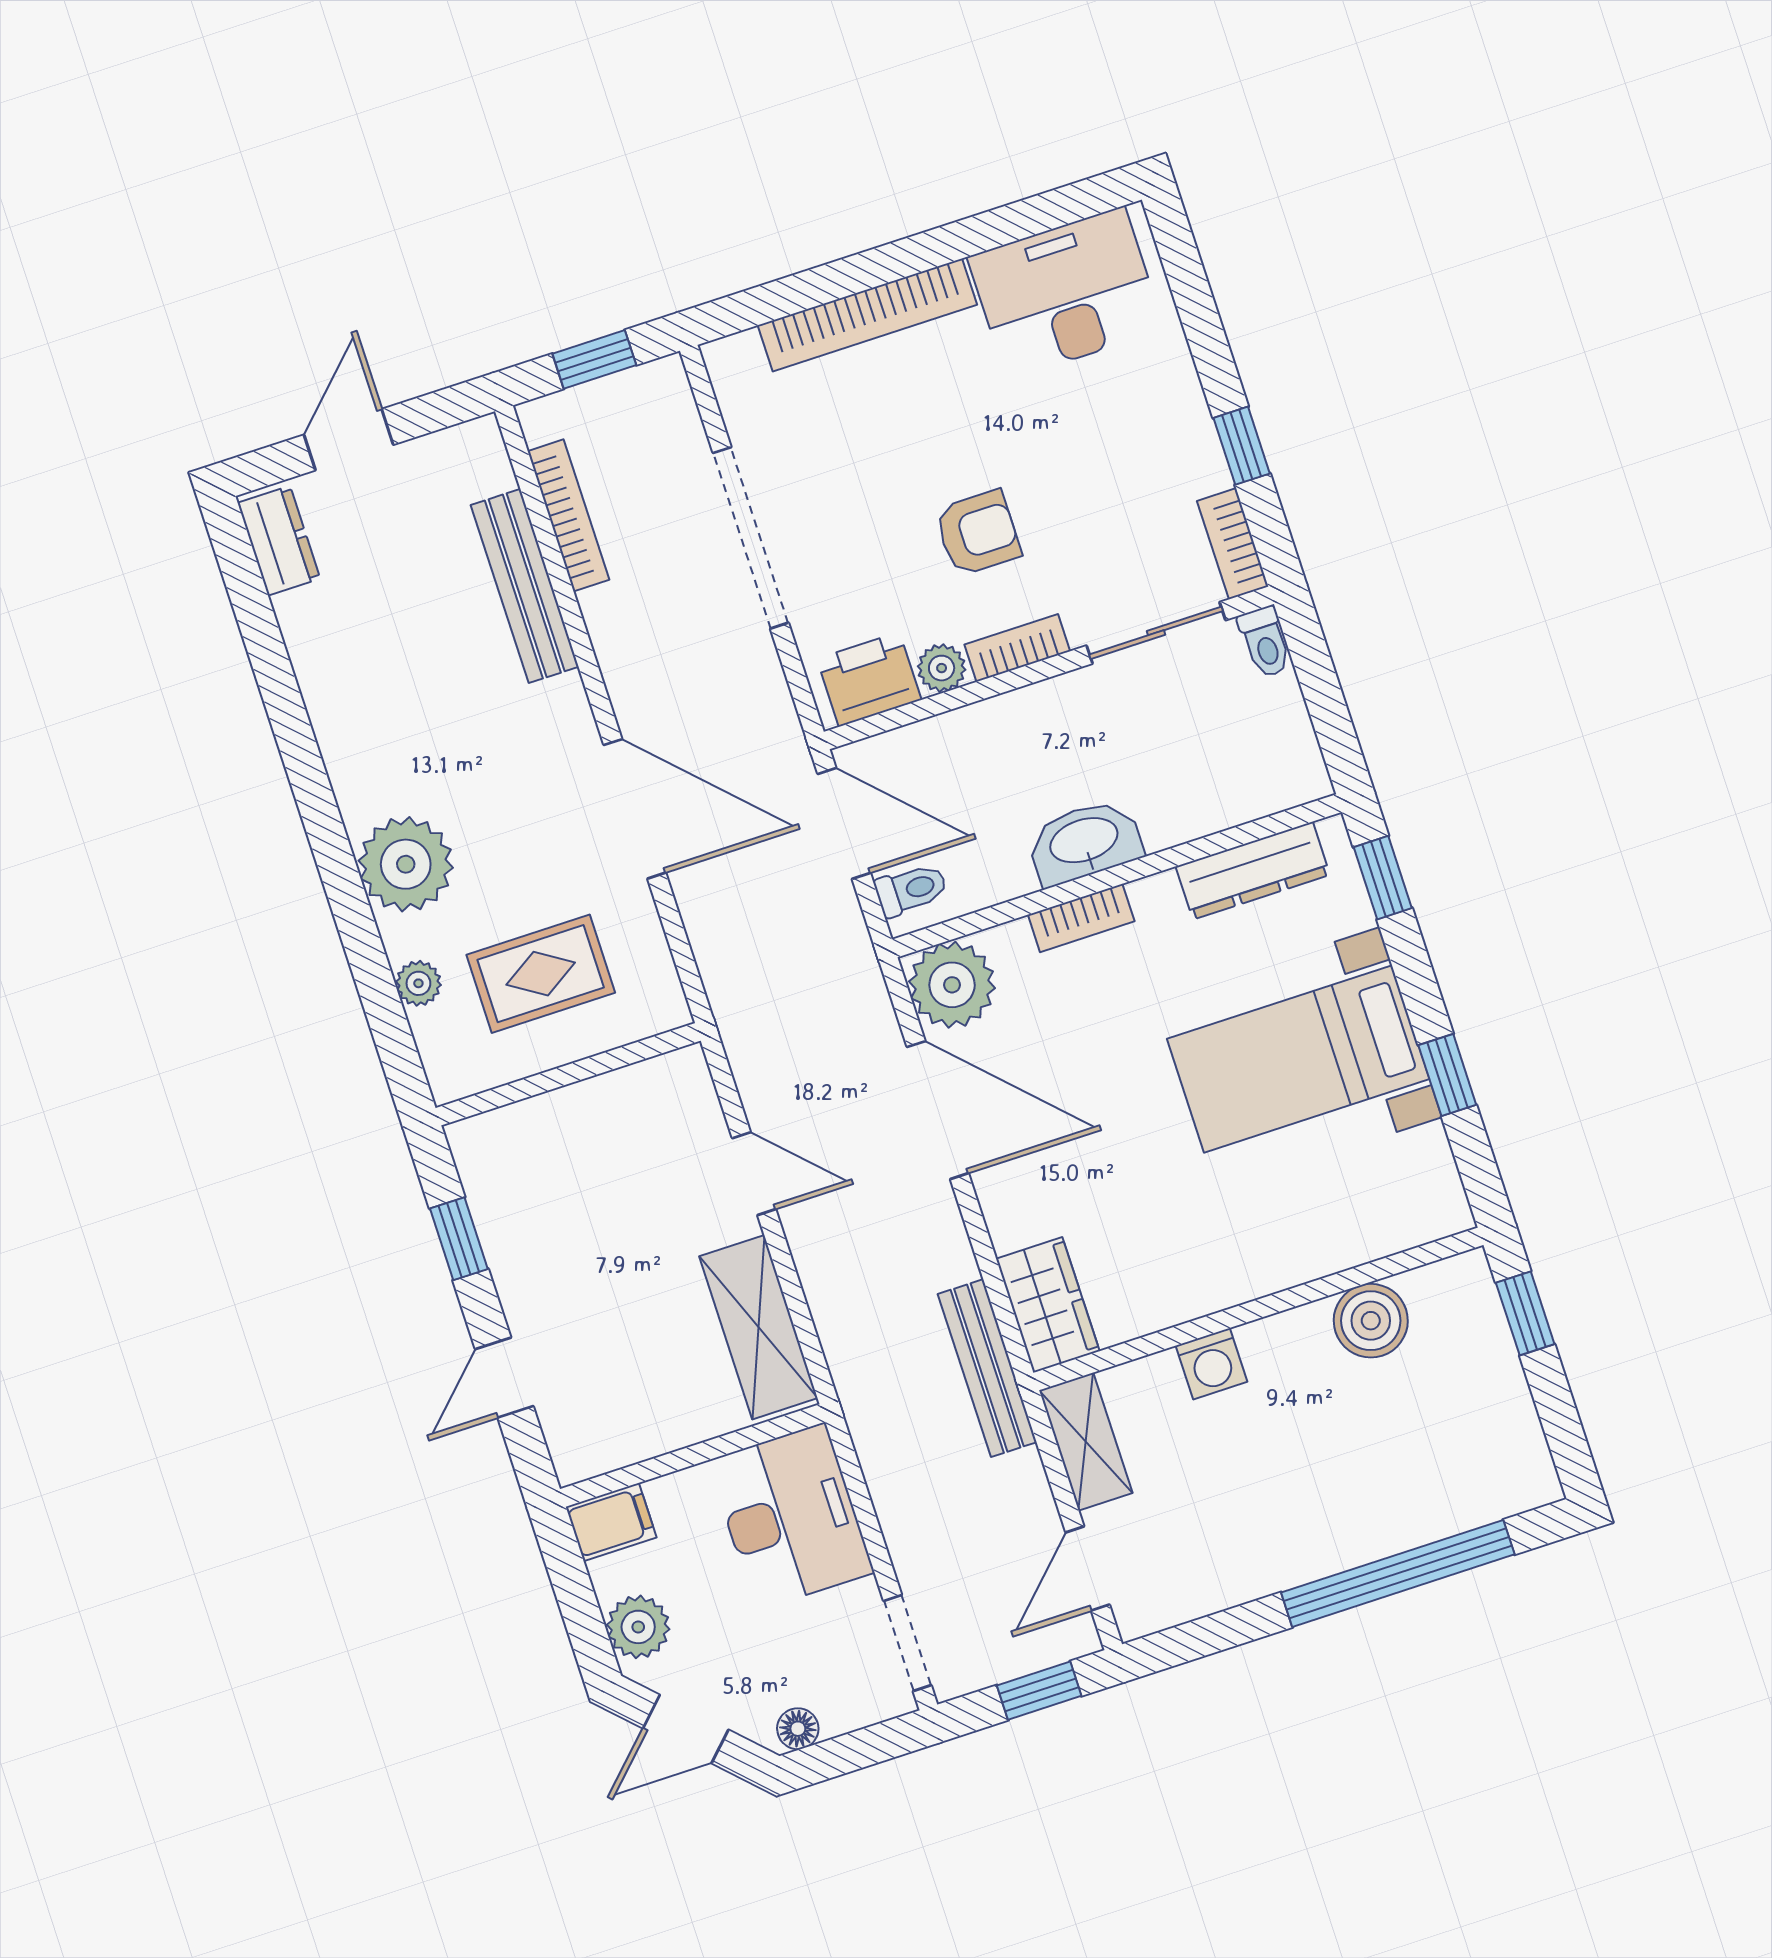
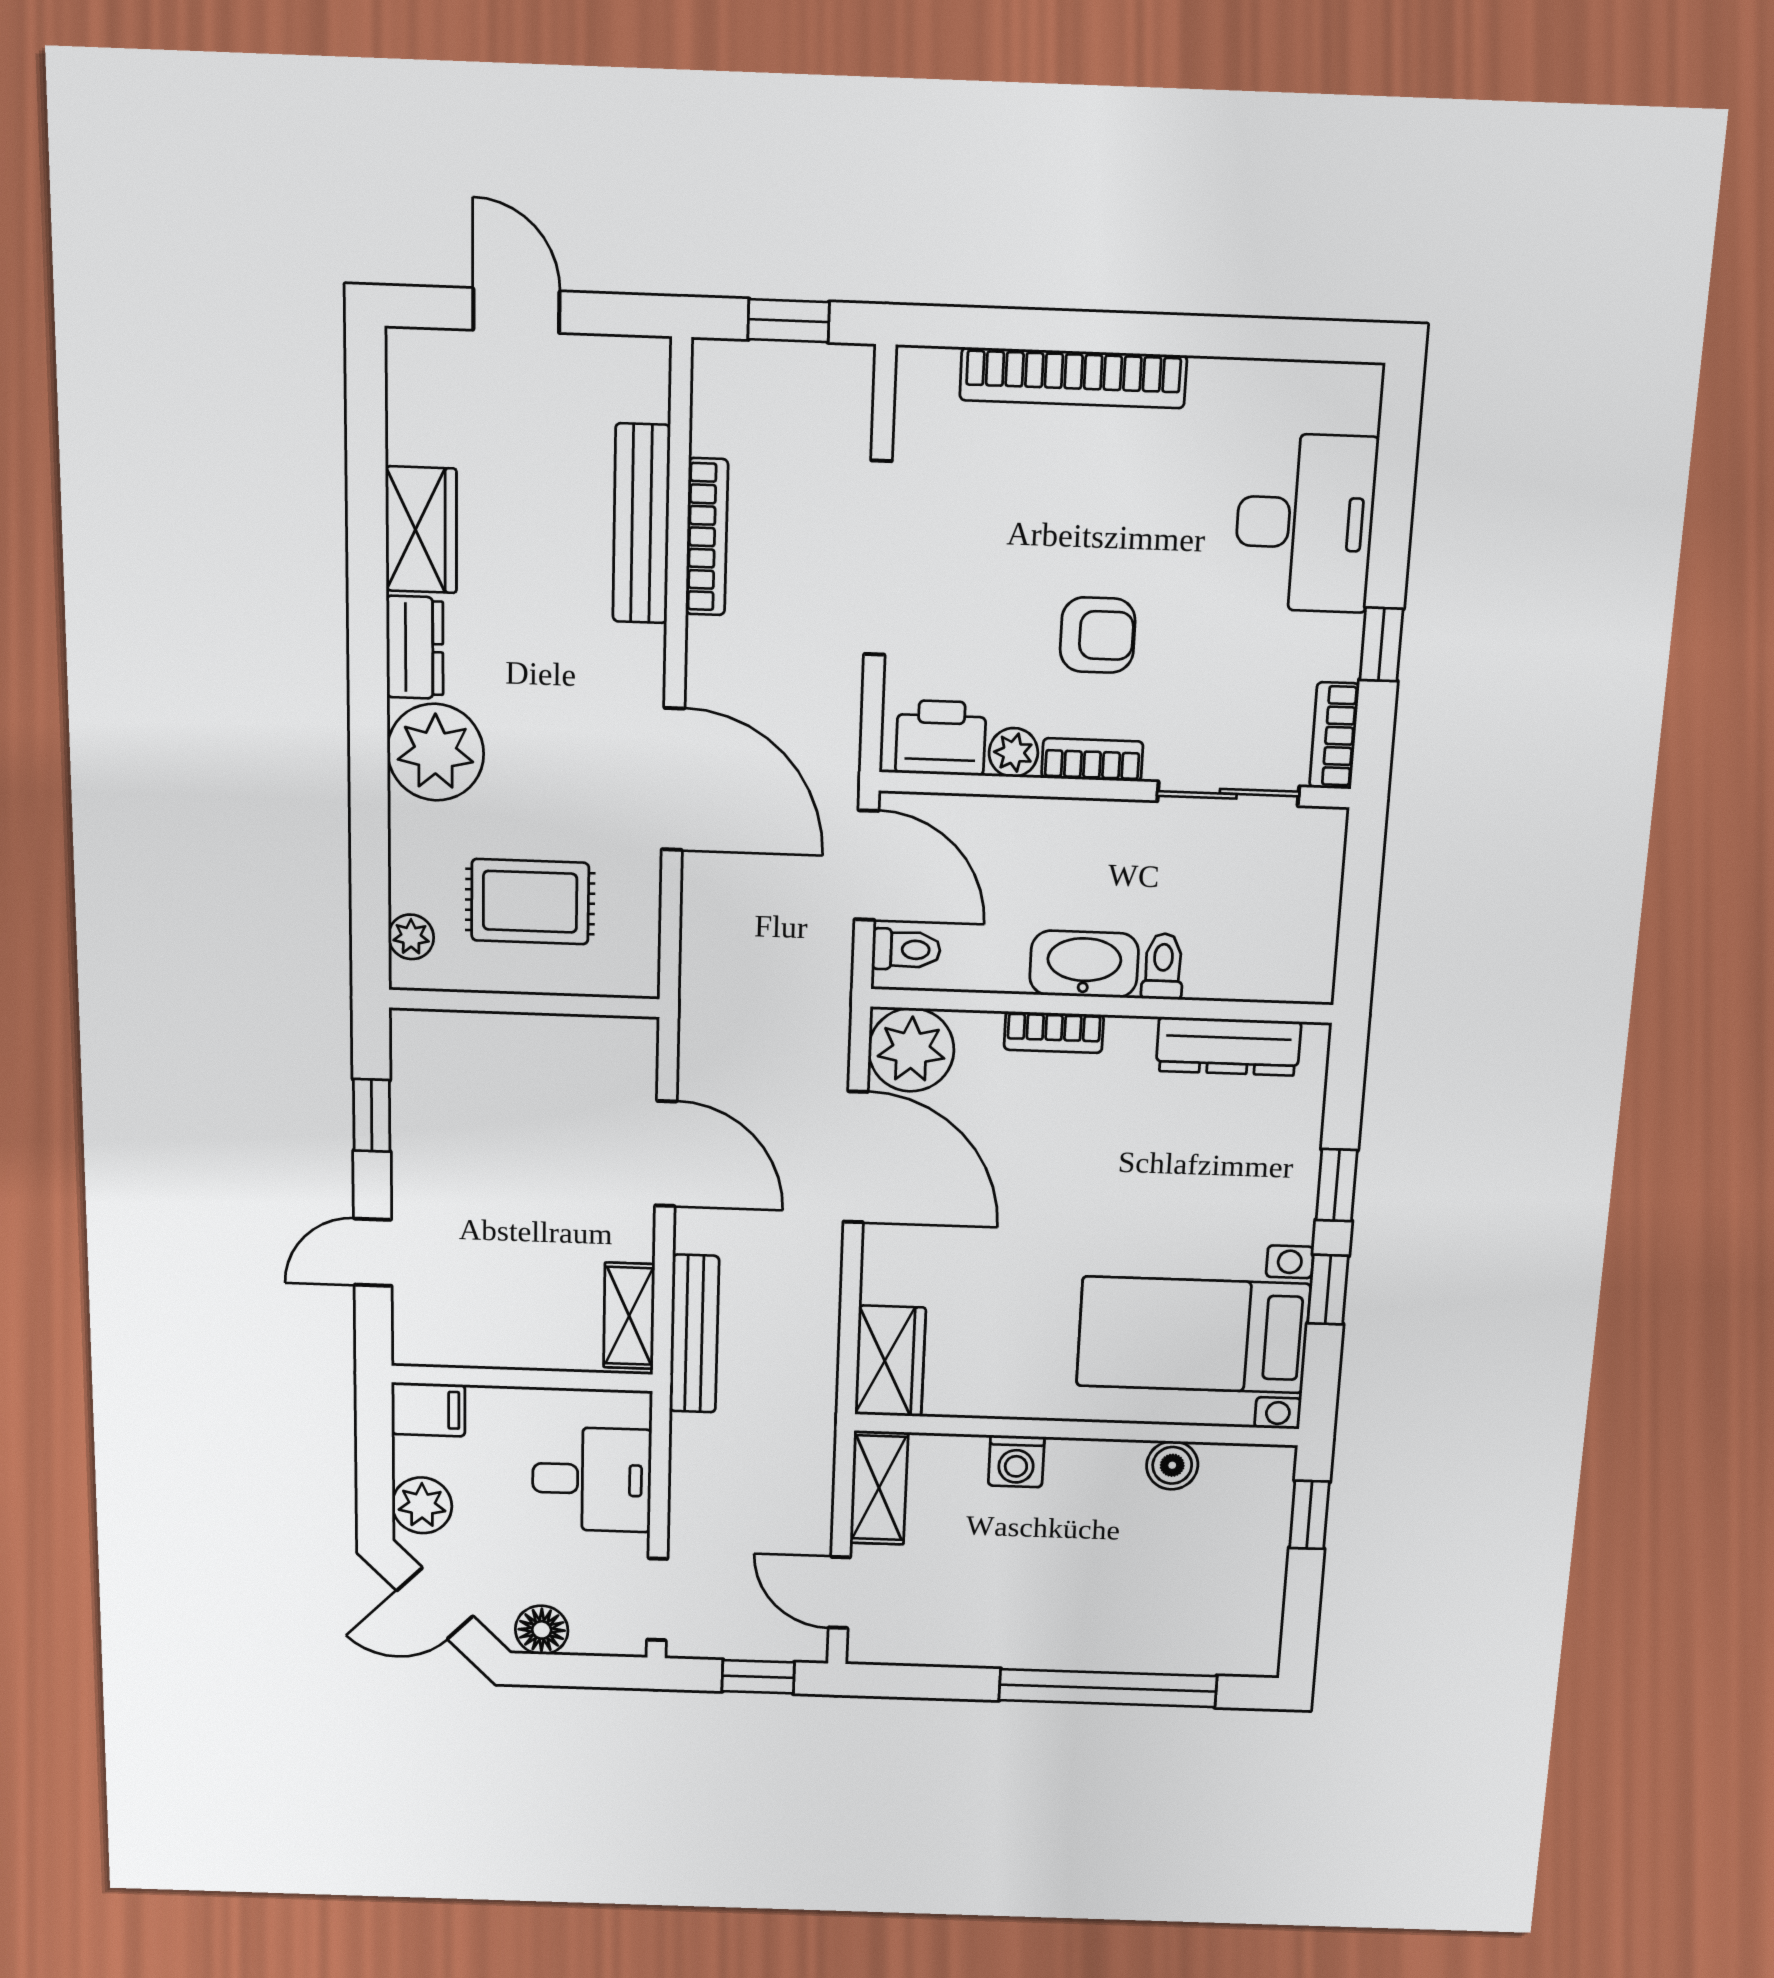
desk: (1066, 293) -> (1305, 523), moved, turned 90
door: (349, 440) -> (516, 311), hinge flipped
bookcase: (568, 515) -> (707, 537), moved
dresser: (279, 541) -> (415, 647), moved
toilet: (1265, 642) -> (1163, 966), moved, turned 180
wardrobe: (326, 665) -> (421, 530), added
window: (1383, 878) -> (1337, 1185), moved
plant: (418, 983) -> (411, 937), moved
bed with nightstands: (1298, 1059) -> (1193, 1335), moved
door: (754, 1174) -> (666, 1154), width x1.38
boiler: (1371, 1321) -> (1172, 1465), width x0.73, depth x0.73
shelving: (758, 1327) -> (629, 1316), width x0.67, depth x0.75
bench: (987, 1368) -> (694, 1334), moved
desk: (791, 1517) -> (592, 1479), width x0.73
door: (1088, 1568) -> (839, 1593), hinge flipped
floor lamp: (798, 1729) -> (542, 1630), width x1.37, depth x1.37

